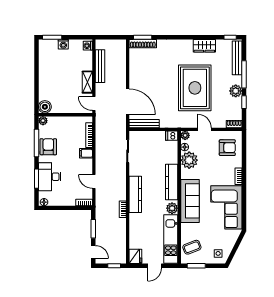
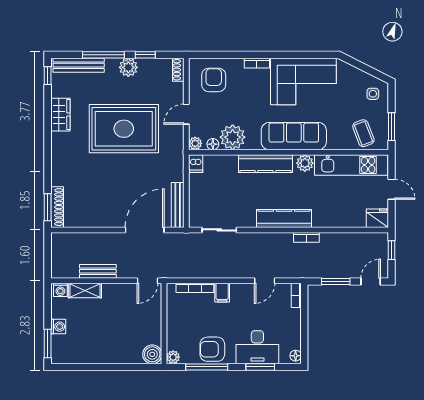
bench: (100, 66) -> (98, 271), width x0.73
shelving: (87, 82) -> (85, 290), moved

